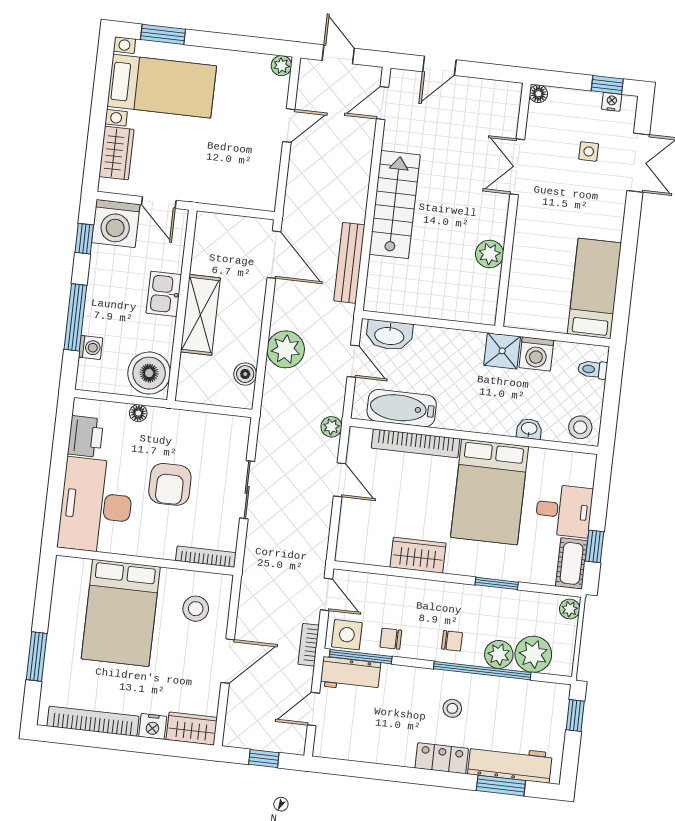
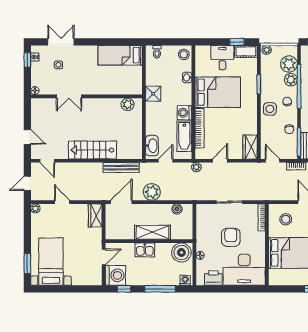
wardrobe: (116, 153) -> (95, 215), moved, turned -90
plant: (490, 254) -> (128, 104), moved
washing machine: (91, 347) -> (185, 280), moved
plant: (286, 349) -> (152, 192), moved
washing machine: (536, 354) -> (184, 113), moved, turned 180
armchair: (170, 484) -> (231, 237), turned -90
wardrobe: (418, 555) -> (250, 147), moved
door: (327, 594) -> (273, 161), hinge flipped
side table: (347, 635) -> (270, 109), moved

